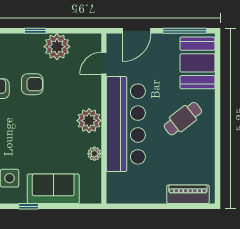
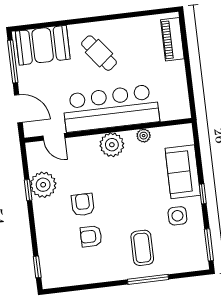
window: (35, 31) -> (28, 190), moved

